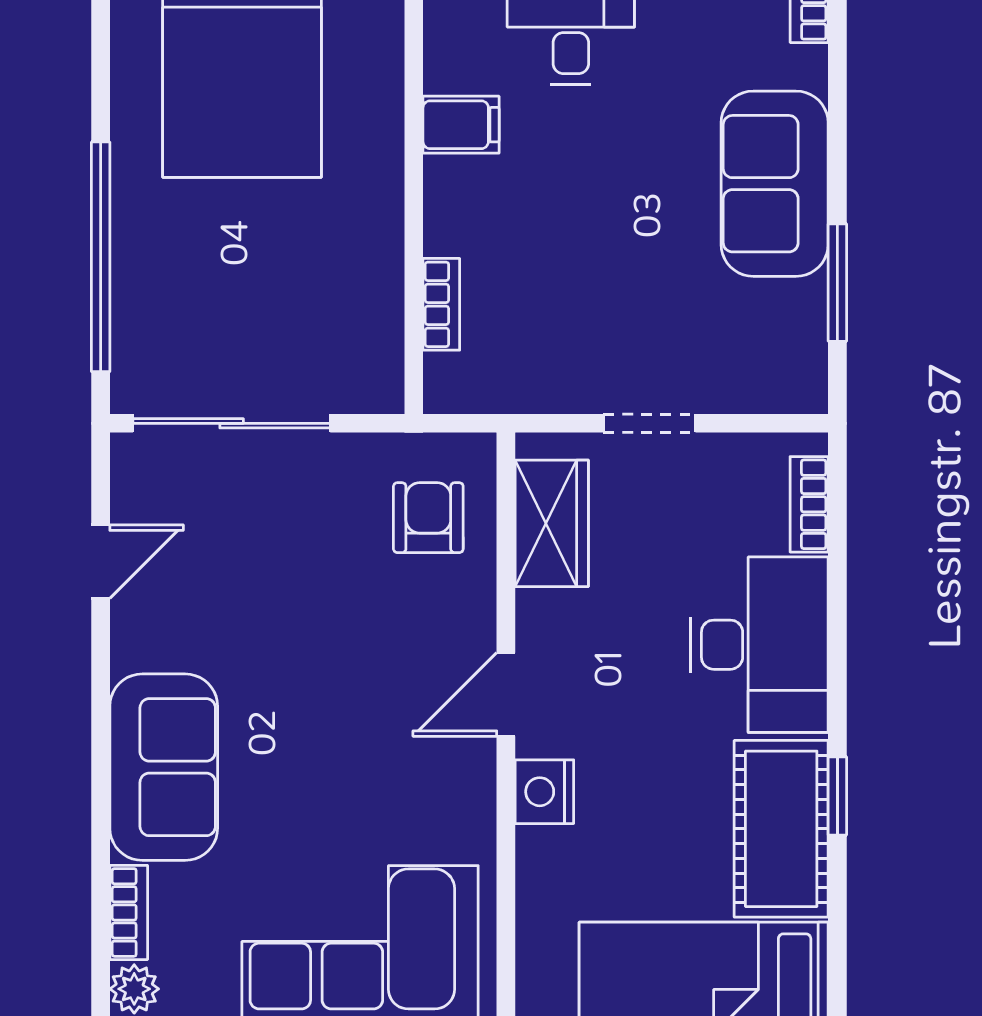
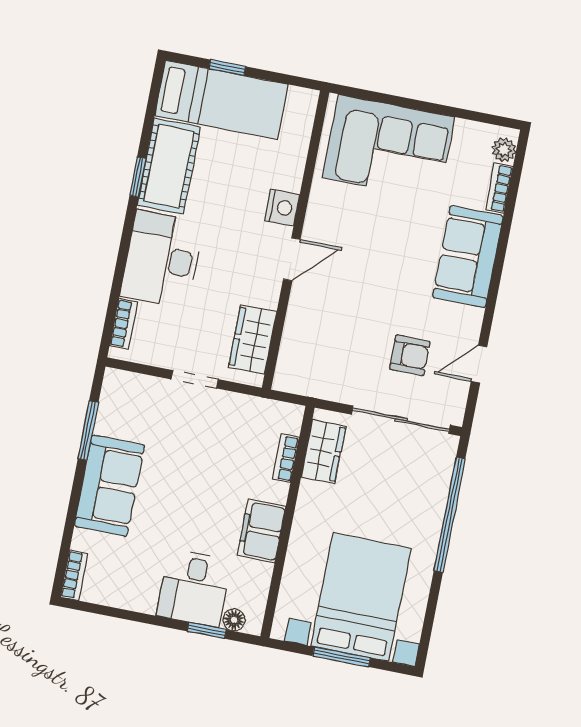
filing cabinet: (461, 125) -> (262, 531), width x2.00
wardrobe: (371, 332) -> (323, 452), added
armchair: (428, 518) -> (410, 355), moved, turned -90

